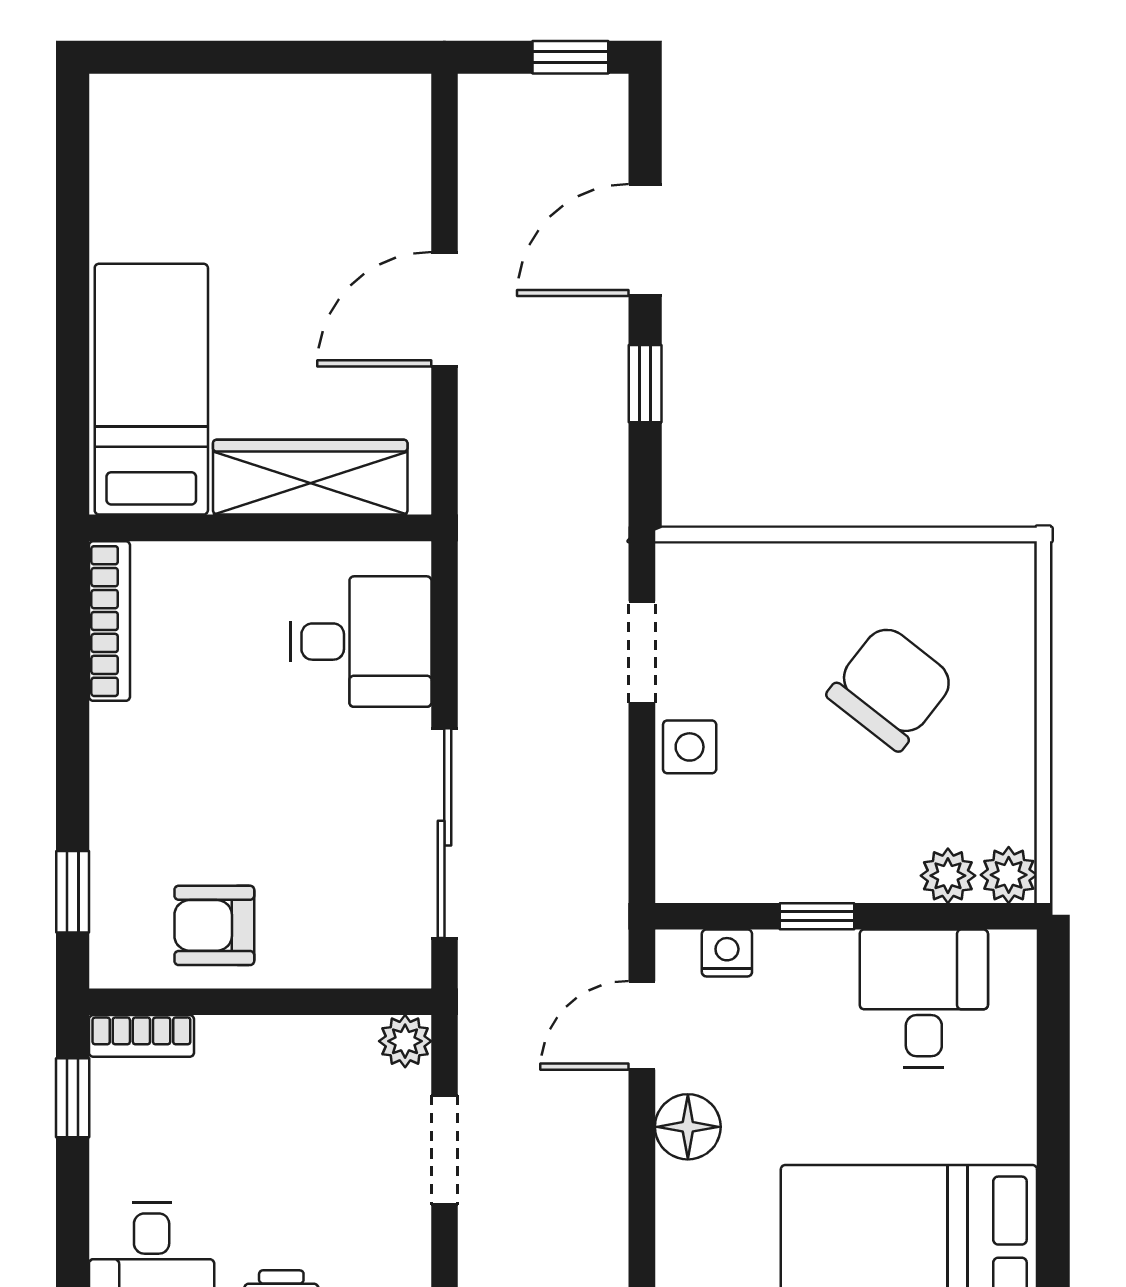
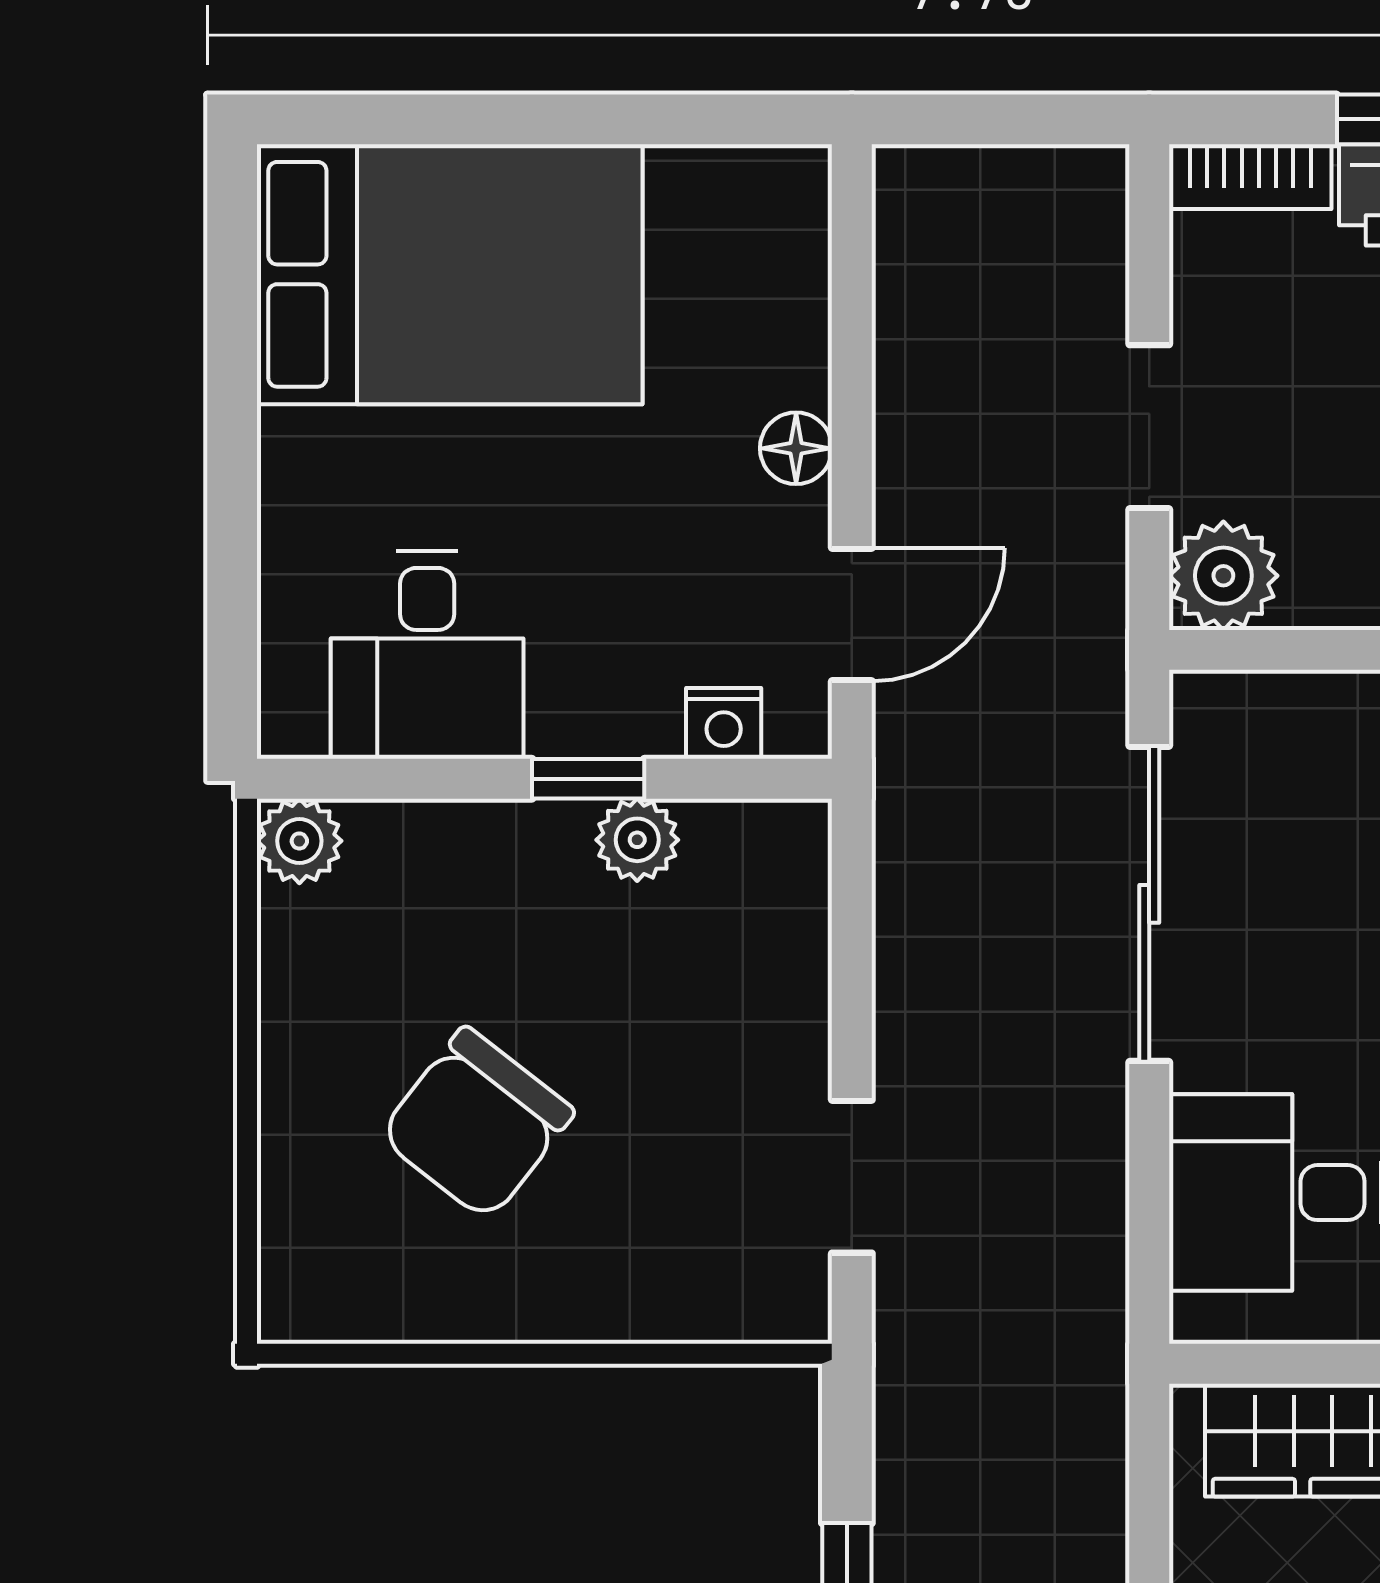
side table: (690, 747) -> (780, 1034), removed
plant: (948, 876) -> (637, 840), moved
plant: (405, 1041) -> (1223, 576), width x1.38, depth x1.38
floor lamp: (688, 1127) -> (796, 448), width x0.73, depth x0.73

